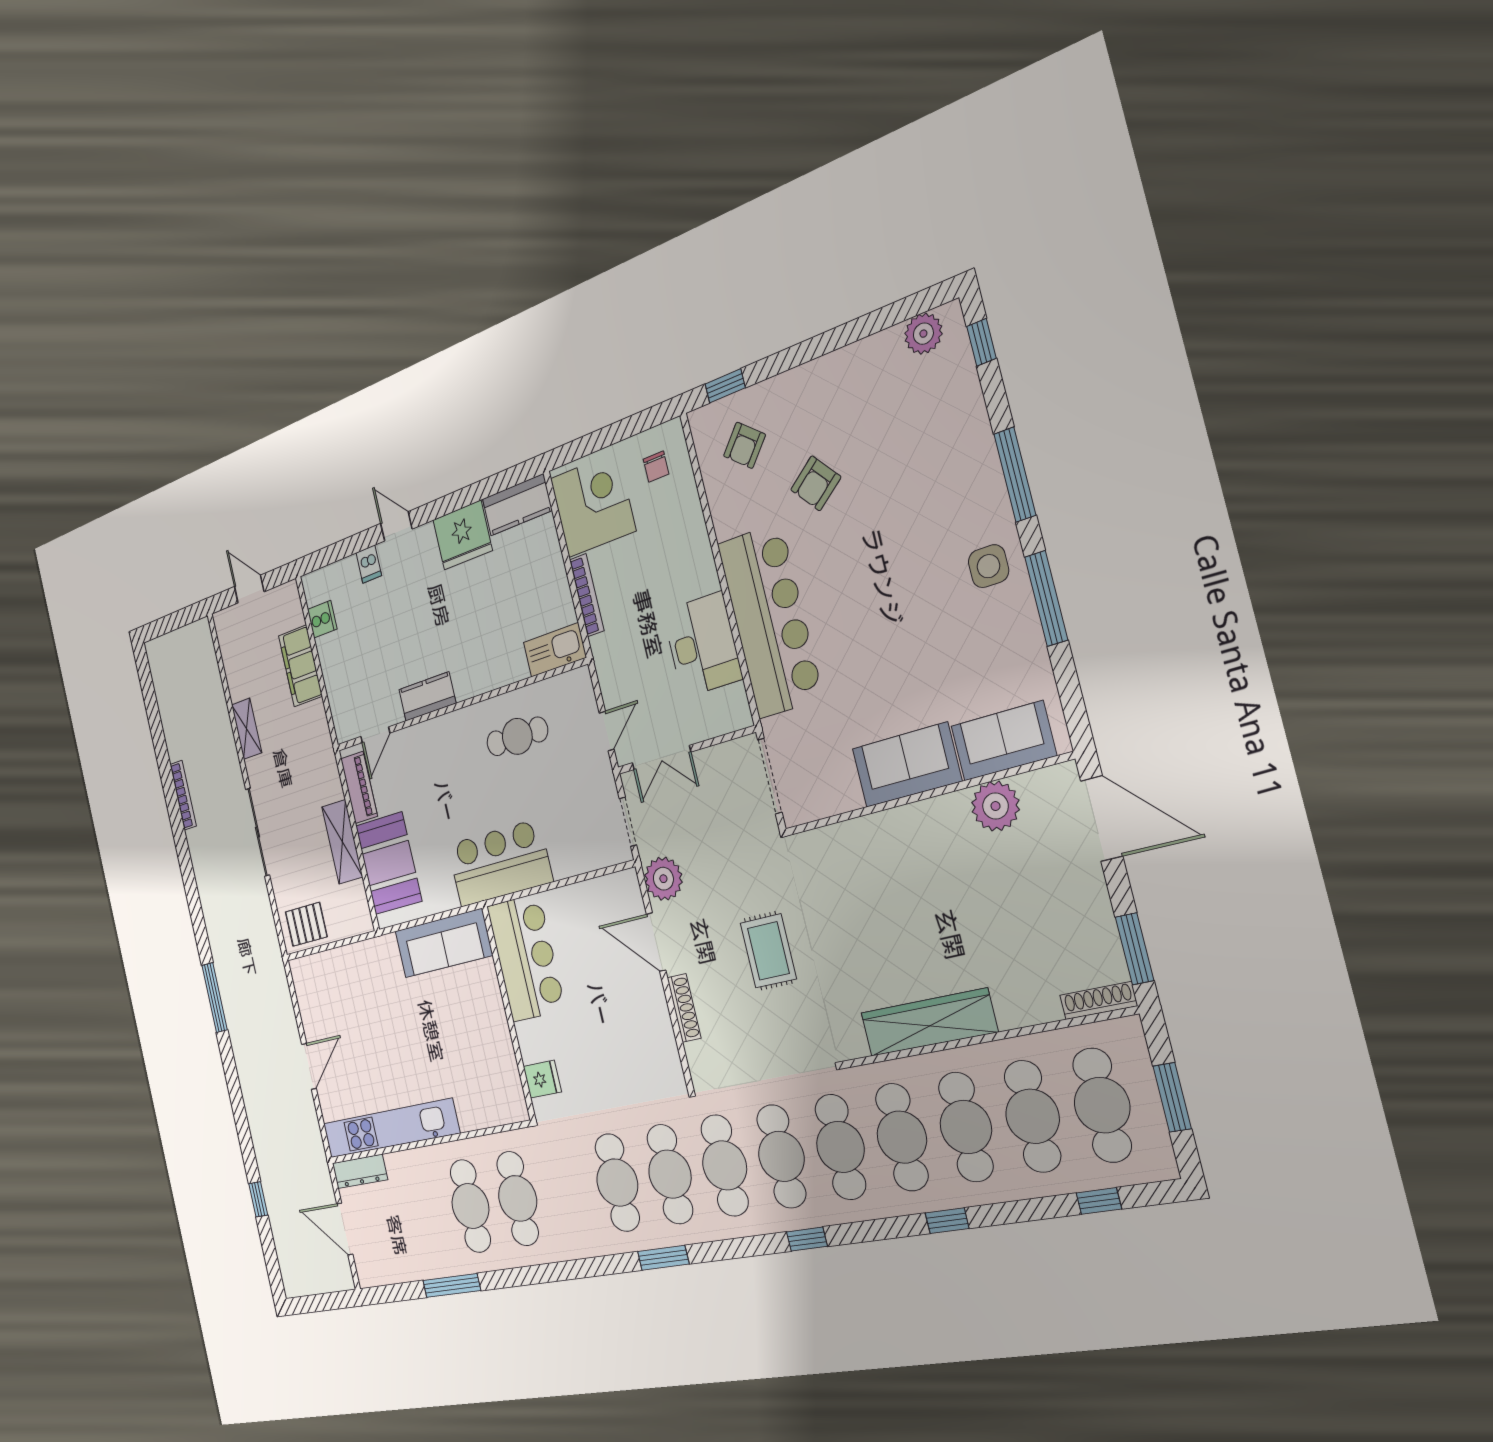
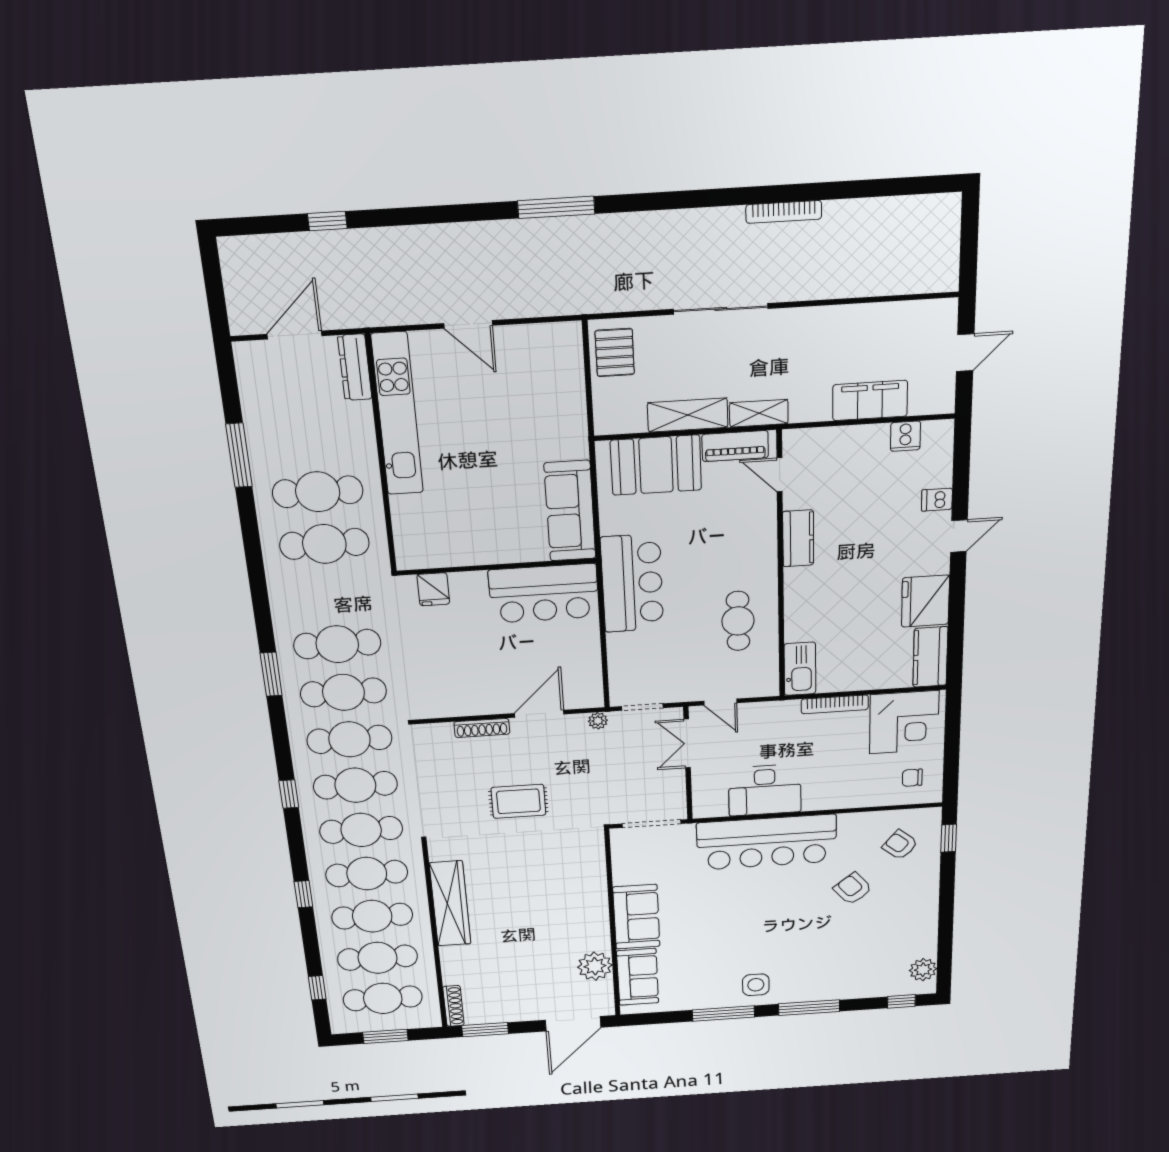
shelving: (247, 729) -> (759, 413), moved
plant: (663, 879) -> (598, 721), width x0.53, depth x0.53

